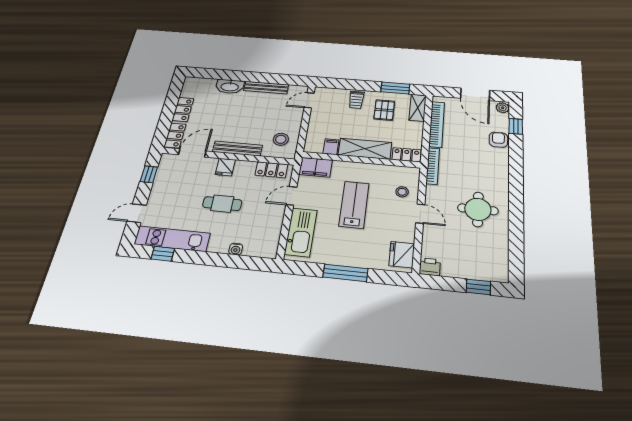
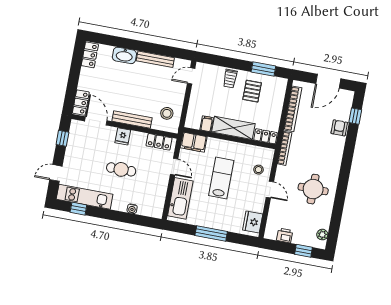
door: (475, 94) -> (328, 81), hinge flipped
shelving: (418, 108) -> (280, 91), removed
plant: (503, 108) -> (322, 235), moved
locker: (183, 109) -> (90, 55), moved
door: (192, 153) -> (96, 121), hinge flipped
door: (291, 196) -> (174, 167), swing flipped
printer: (430, 267) -> (285, 235), moved

